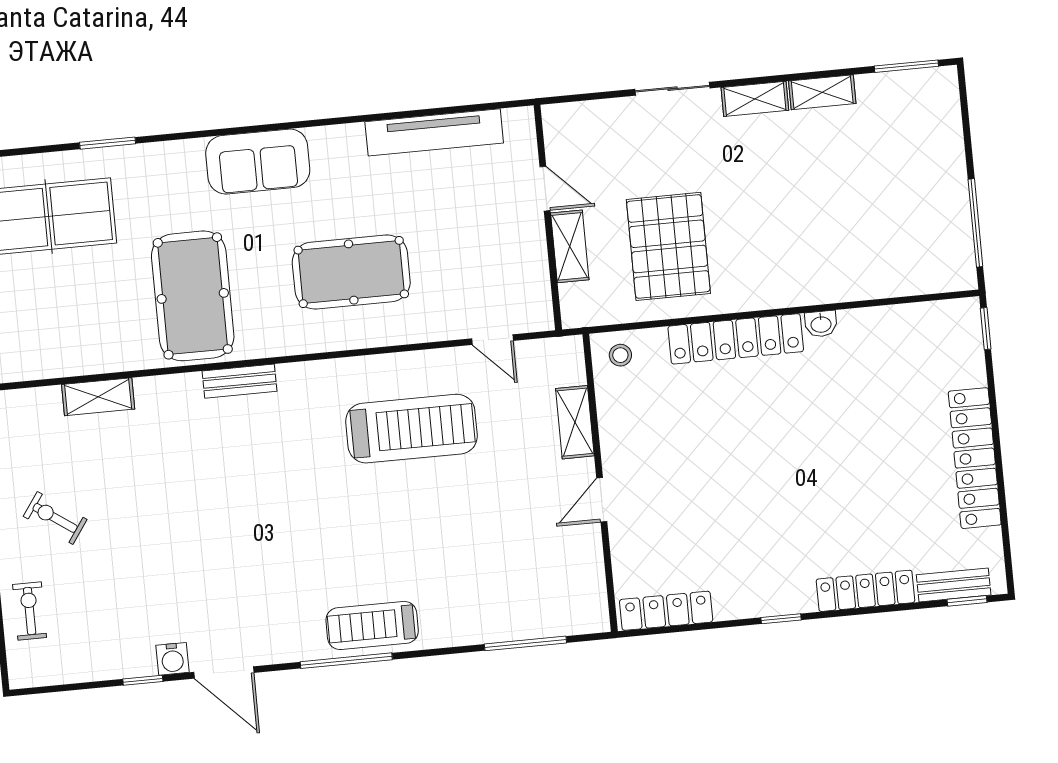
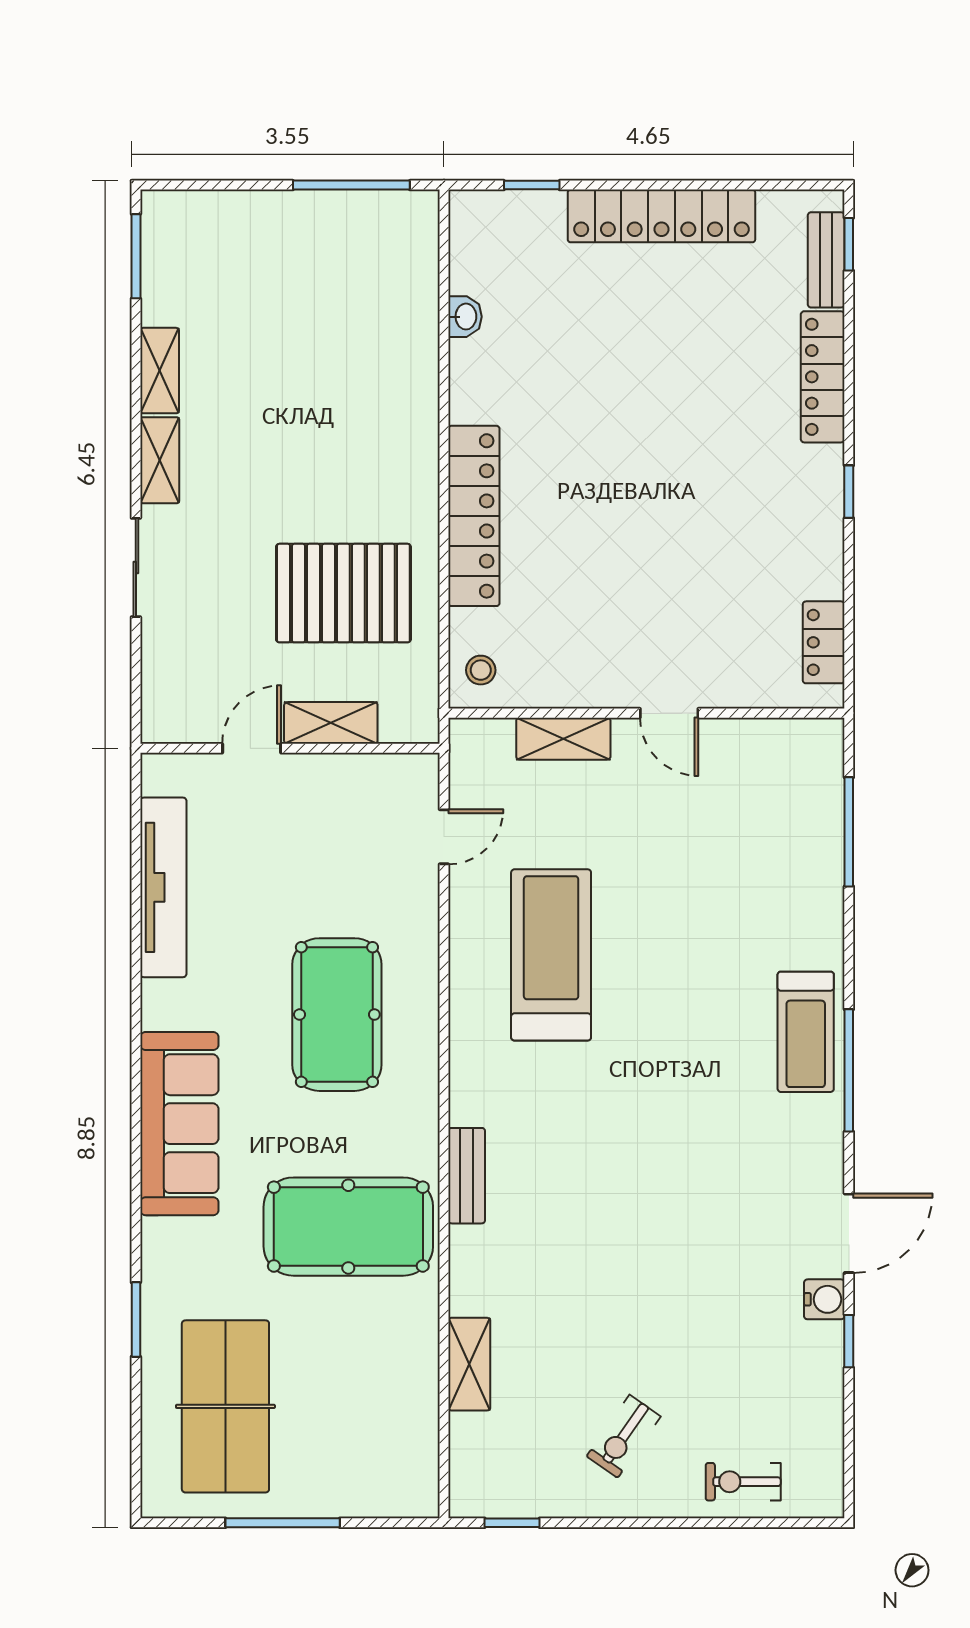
sofa: (258, 162) -> (179, 1124), width x1.36
washbasin: (821, 324) -> (465, 317), moved
window: (986, 329) -> (532, 185), moved
locker: (666, 611) -> (824, 642), width x0.66

